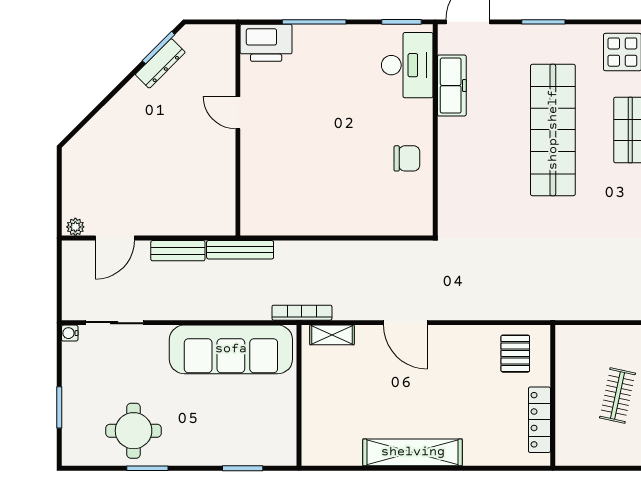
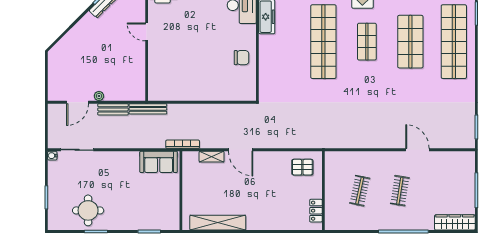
plant: (75, 227) -> (99, 96), moved
shelving: (332, 335) -> (212, 157), moved
sofa: (231, 349) -> (159, 162), width x0.54, depth x0.79
pallet: (515, 354) -> (302, 167), turned 90
locker: (539, 420) -> (316, 211), width x0.66
shelving: (413, 452) -> (218, 223), moved

